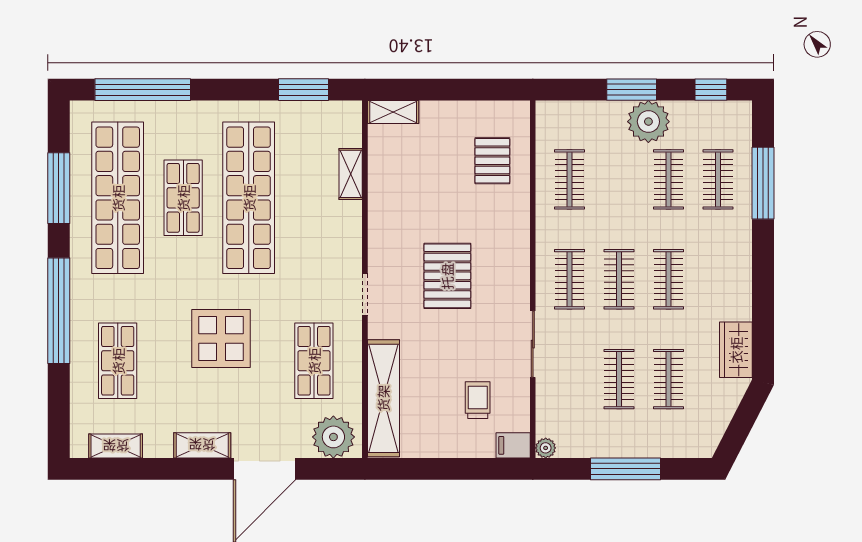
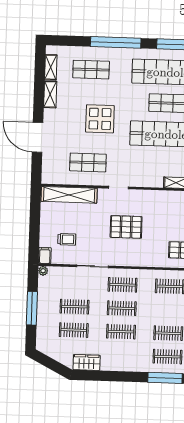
plant: (333, 437) -> (52, 170), removed
shelving: (202, 445) -> (50, 94), moved

